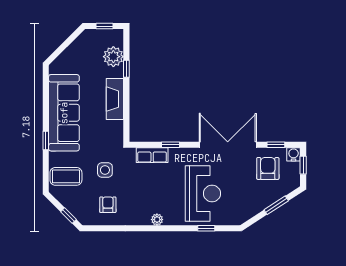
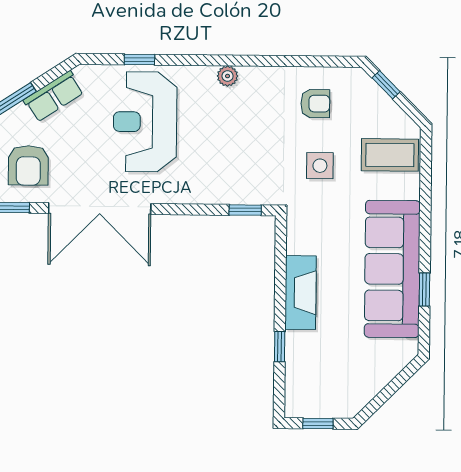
plant: (113, 57) -> (303, 369), removed
window: (46, 141) -> (424, 290), moved
window: (171, 145) -> (245, 210), moved
row of seats: (152, 155) -> (54, 96), moved, turned 147
armchair: (108, 205) -> (315, 104), turned -90

